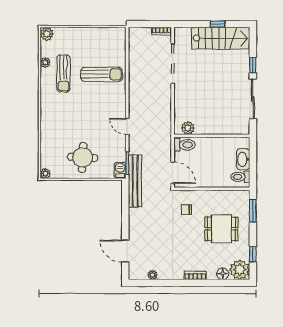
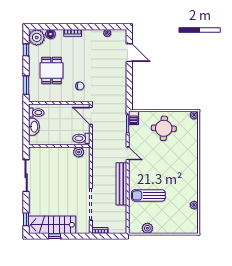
plant: (47, 34) -> (147, 228), moved
window: (253, 65) -> (26, 219), moved
sun lounger: (64, 74) -> (179, 196), removed
bench: (135, 181) -> (121, 184), moved
dining table: (221, 229) -> (51, 70), turned 90

